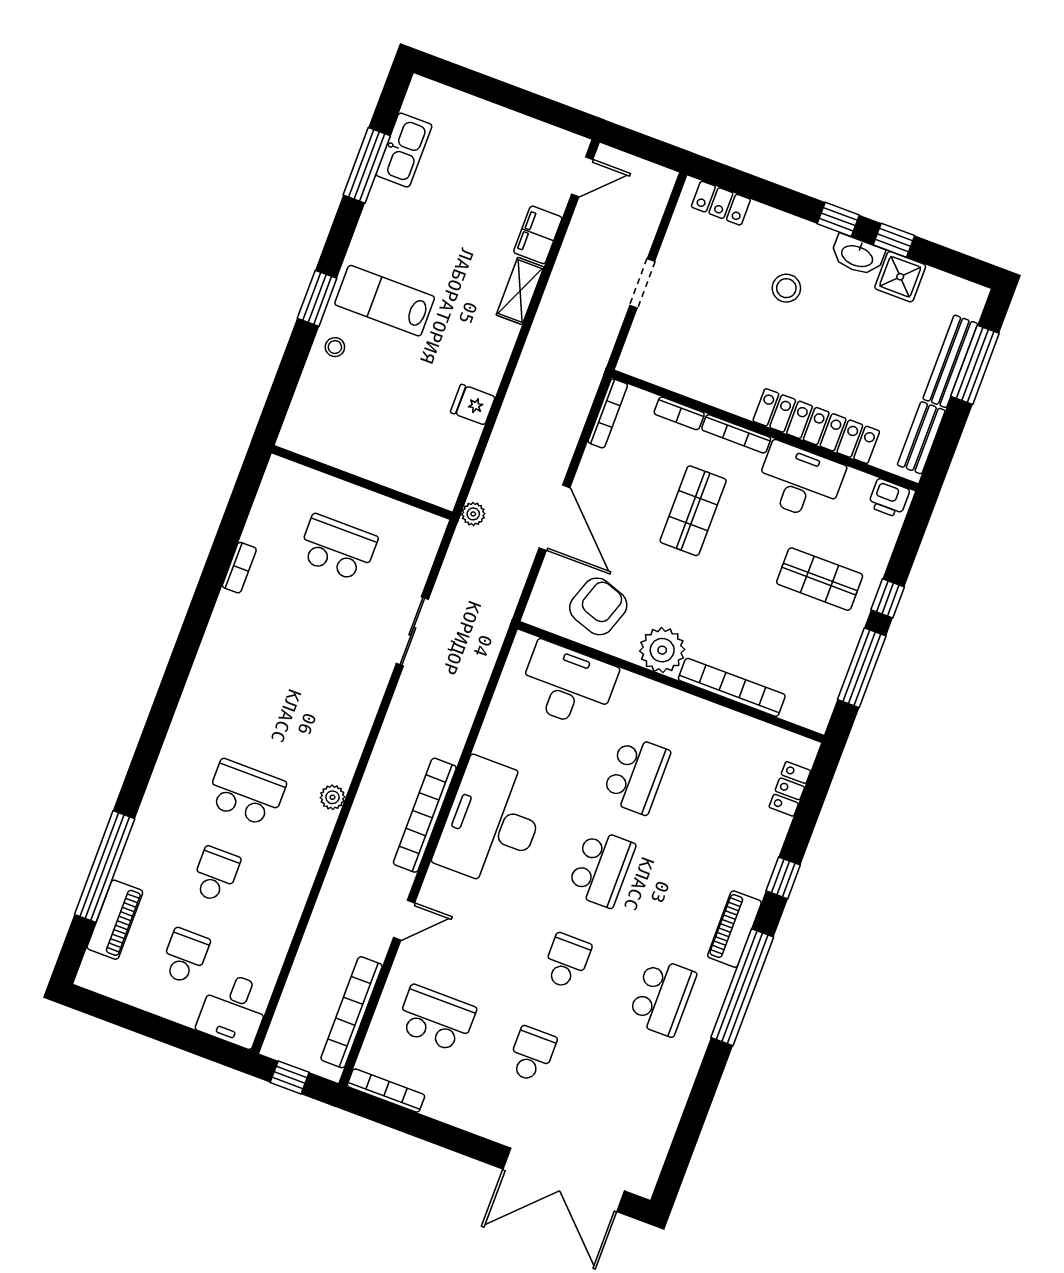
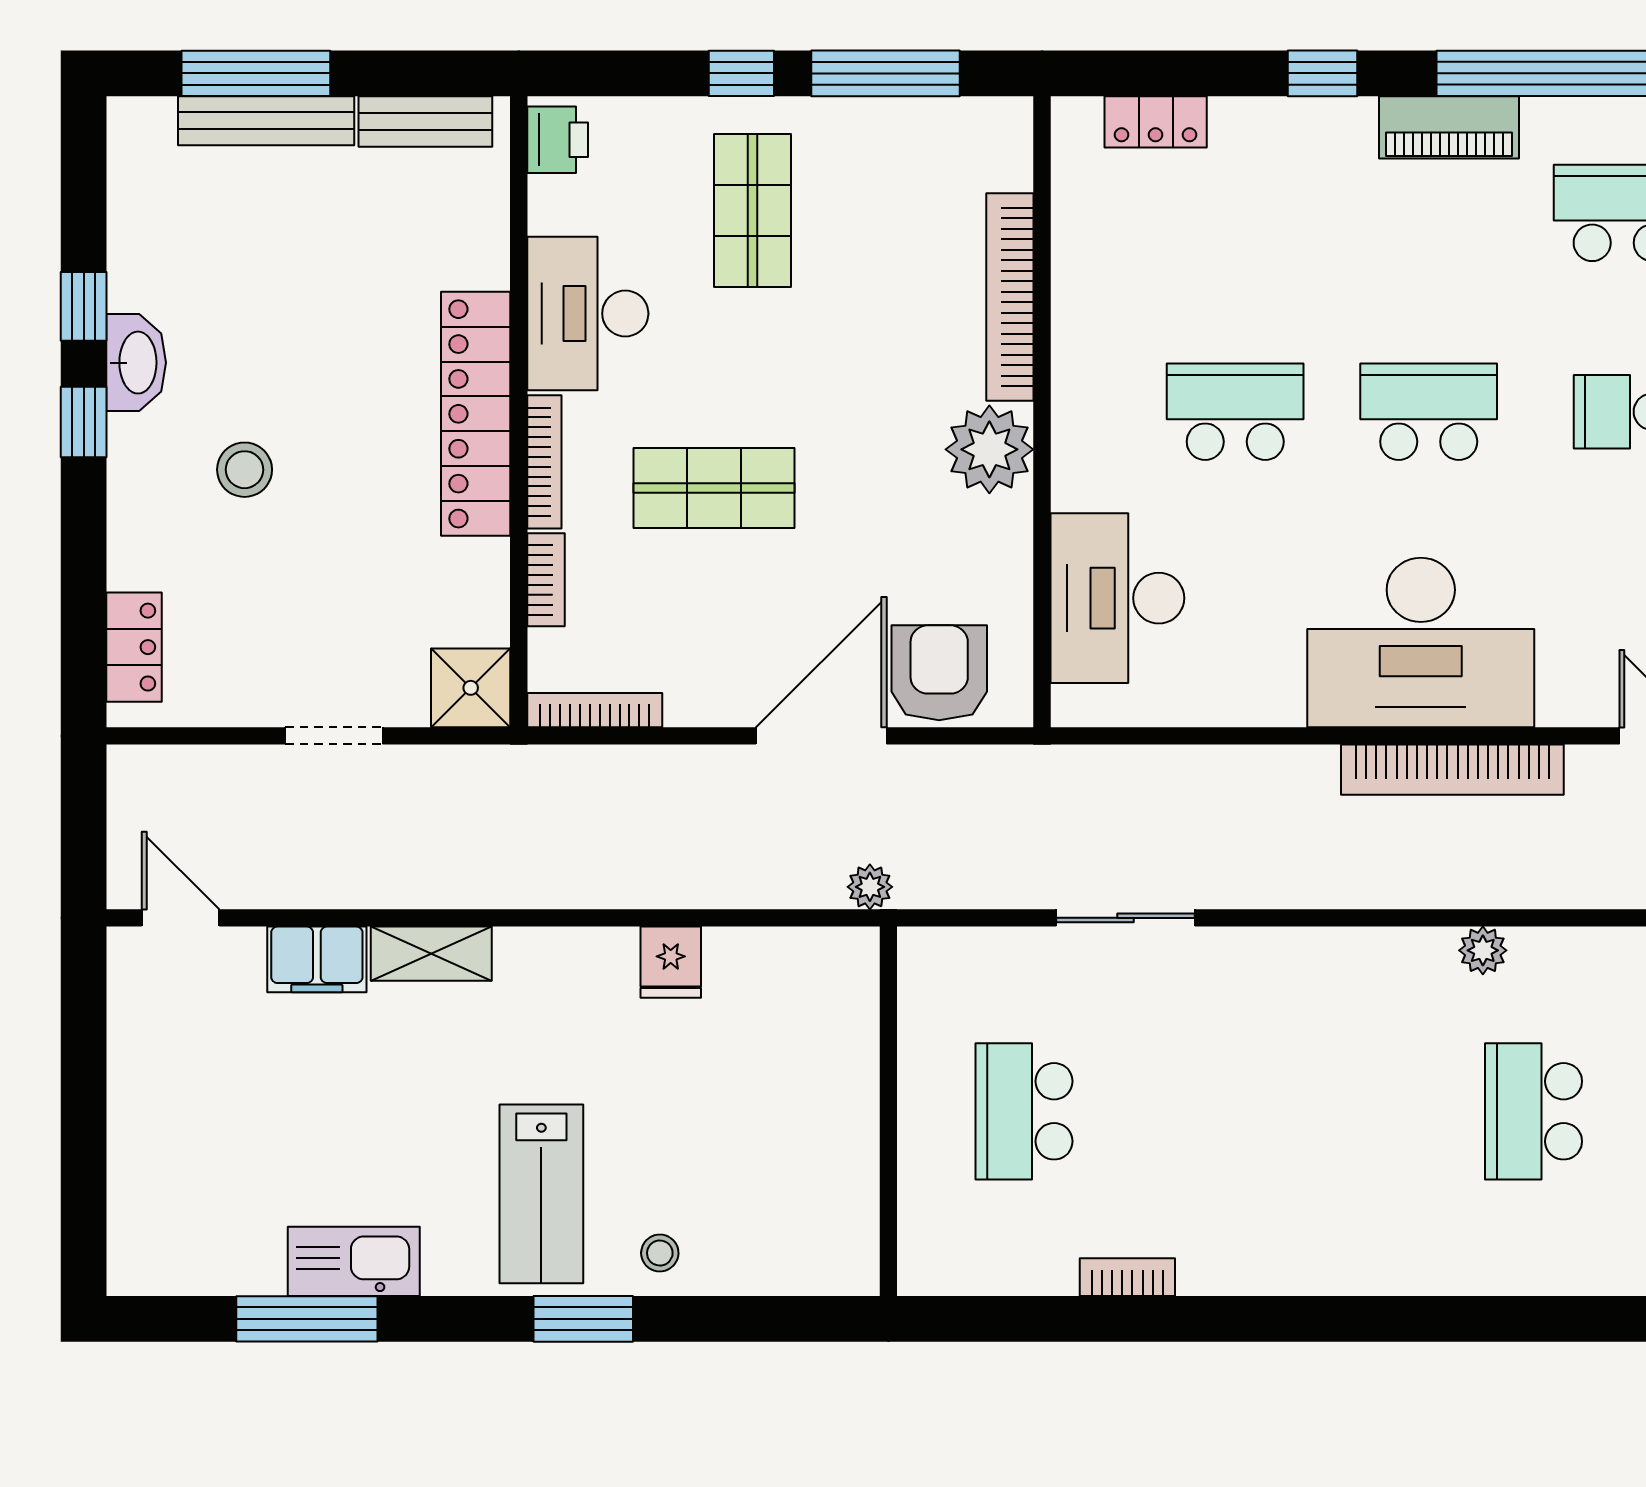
kitchen sink: (404, 150) -> (354, 1261), moved
shower: (900, 277) -> (471, 688), moved
locker: (816, 426) -> (476, 414), moved
armchair: (598, 606) -> (939, 673), moved, turned 71

